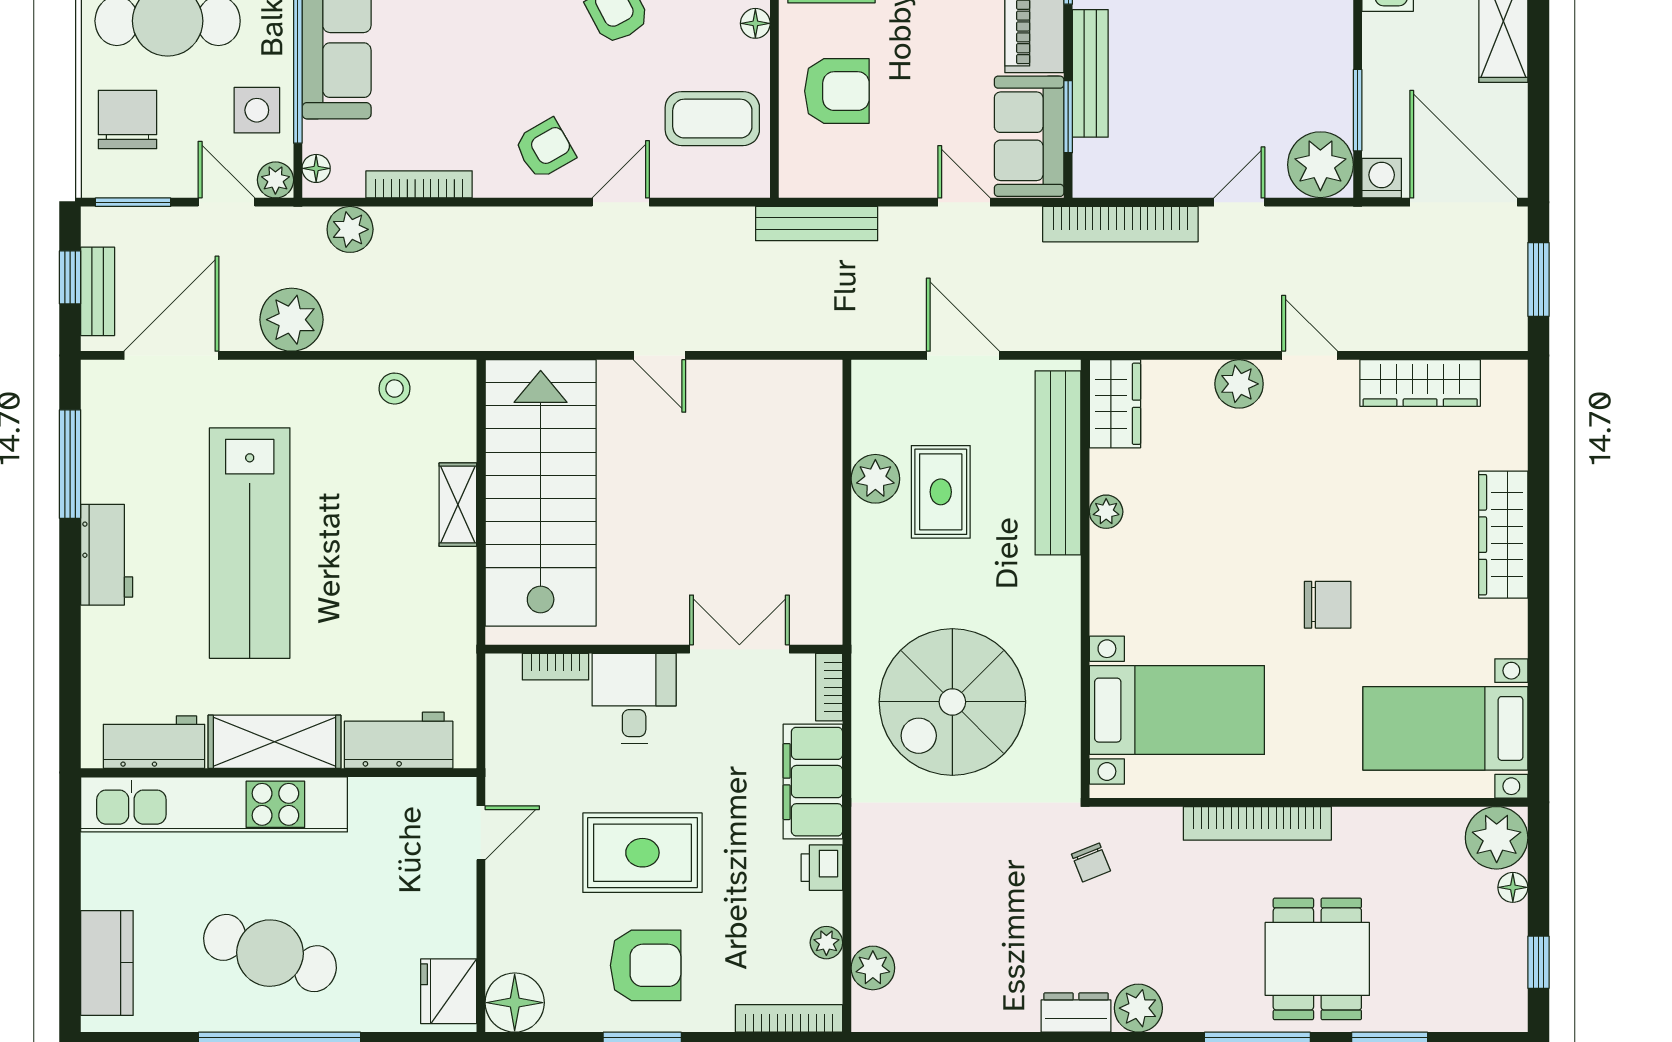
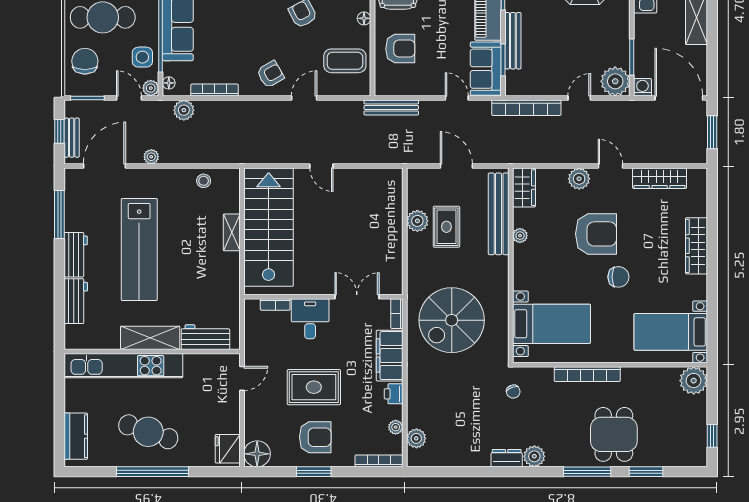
plant: (292, 320) -> (151, 157), width x0.53, depth x0.53
armchair: (1277, 508) -> (596, 234), added
workbench: (154, 742) -> (76, 301), moved, turned 90
floor lamp: (1513, 887) -> (701, 403), removed

